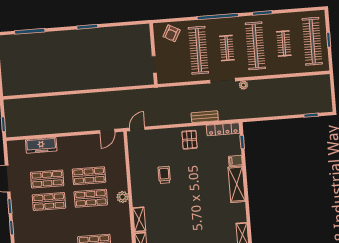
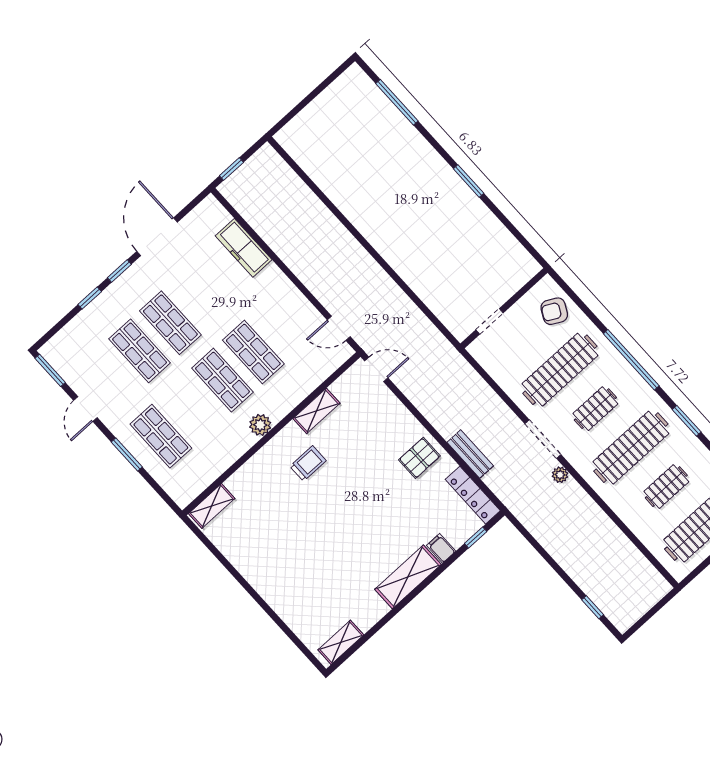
trolley: (164, 175) -> (308, 463), moved
shop shelf: (47, 179) -> (140, 351), moved
shelving: (139, 219) -> (316, 411), moved

